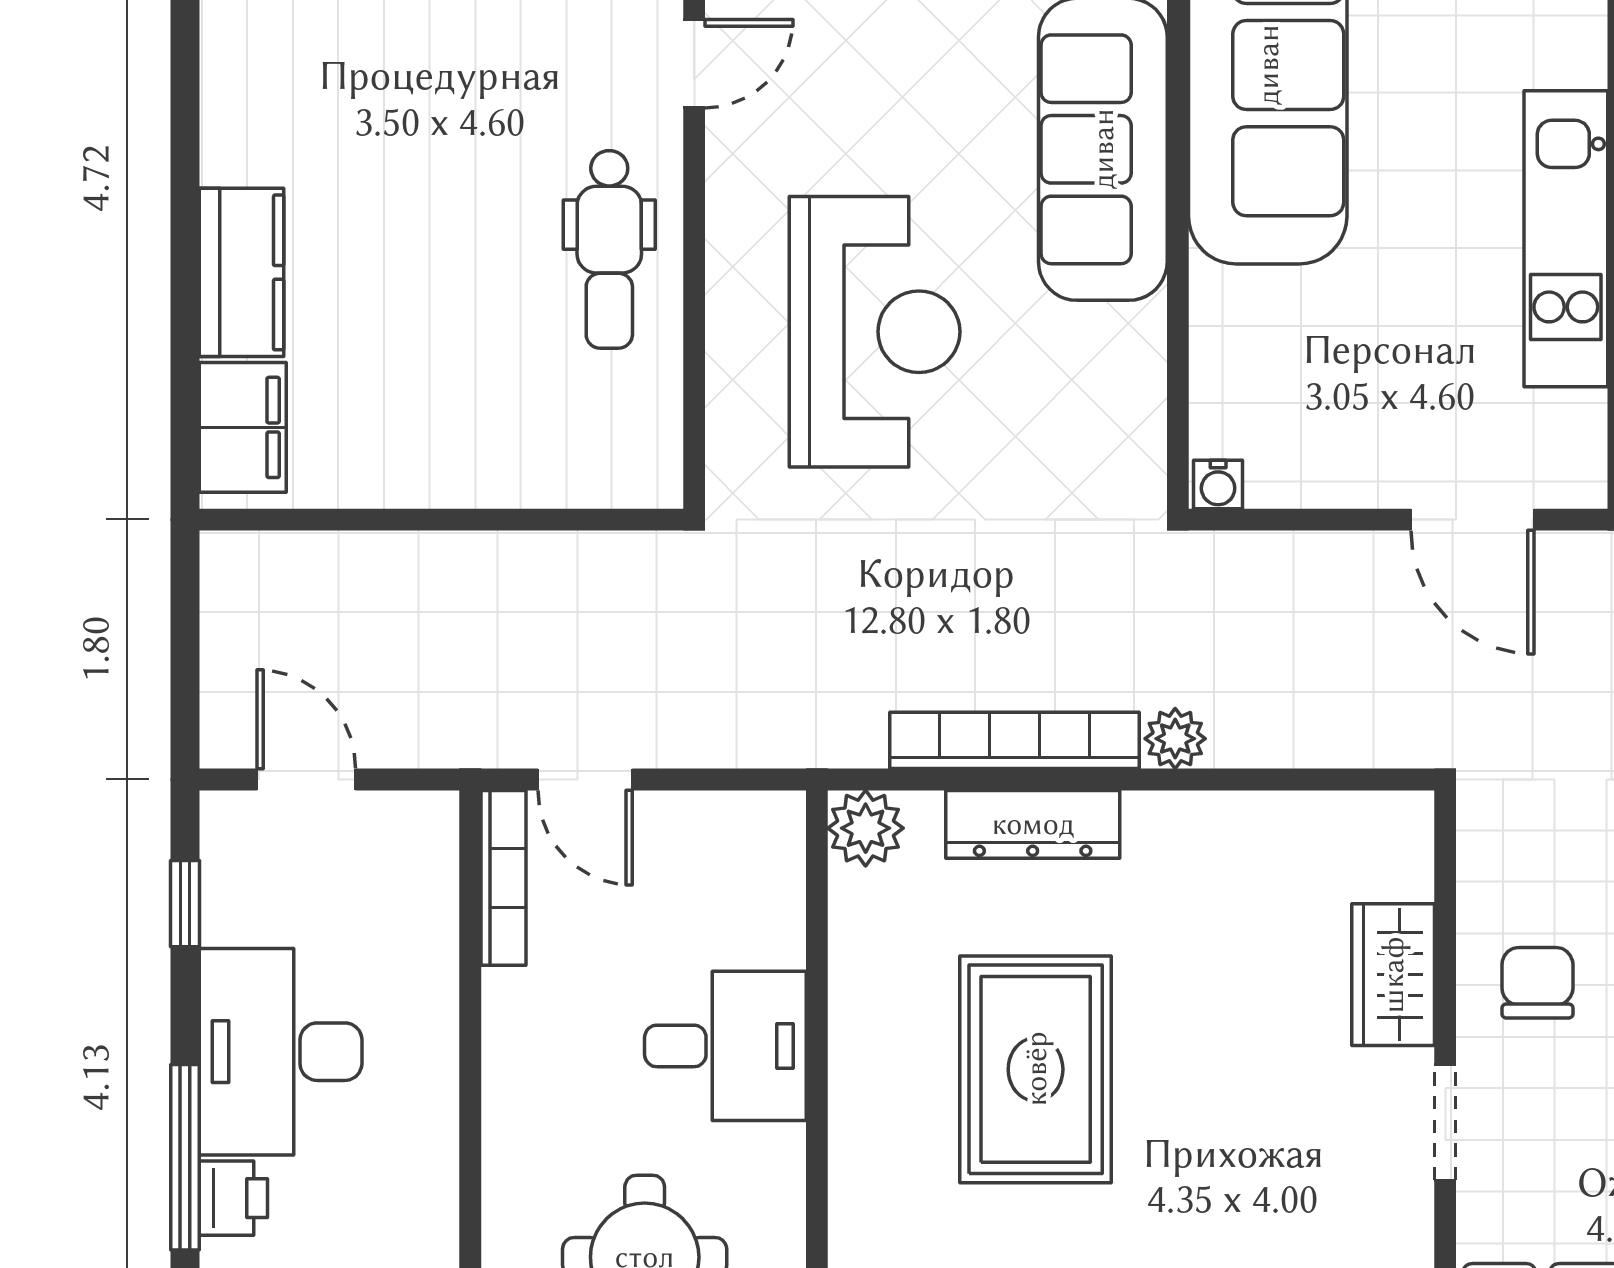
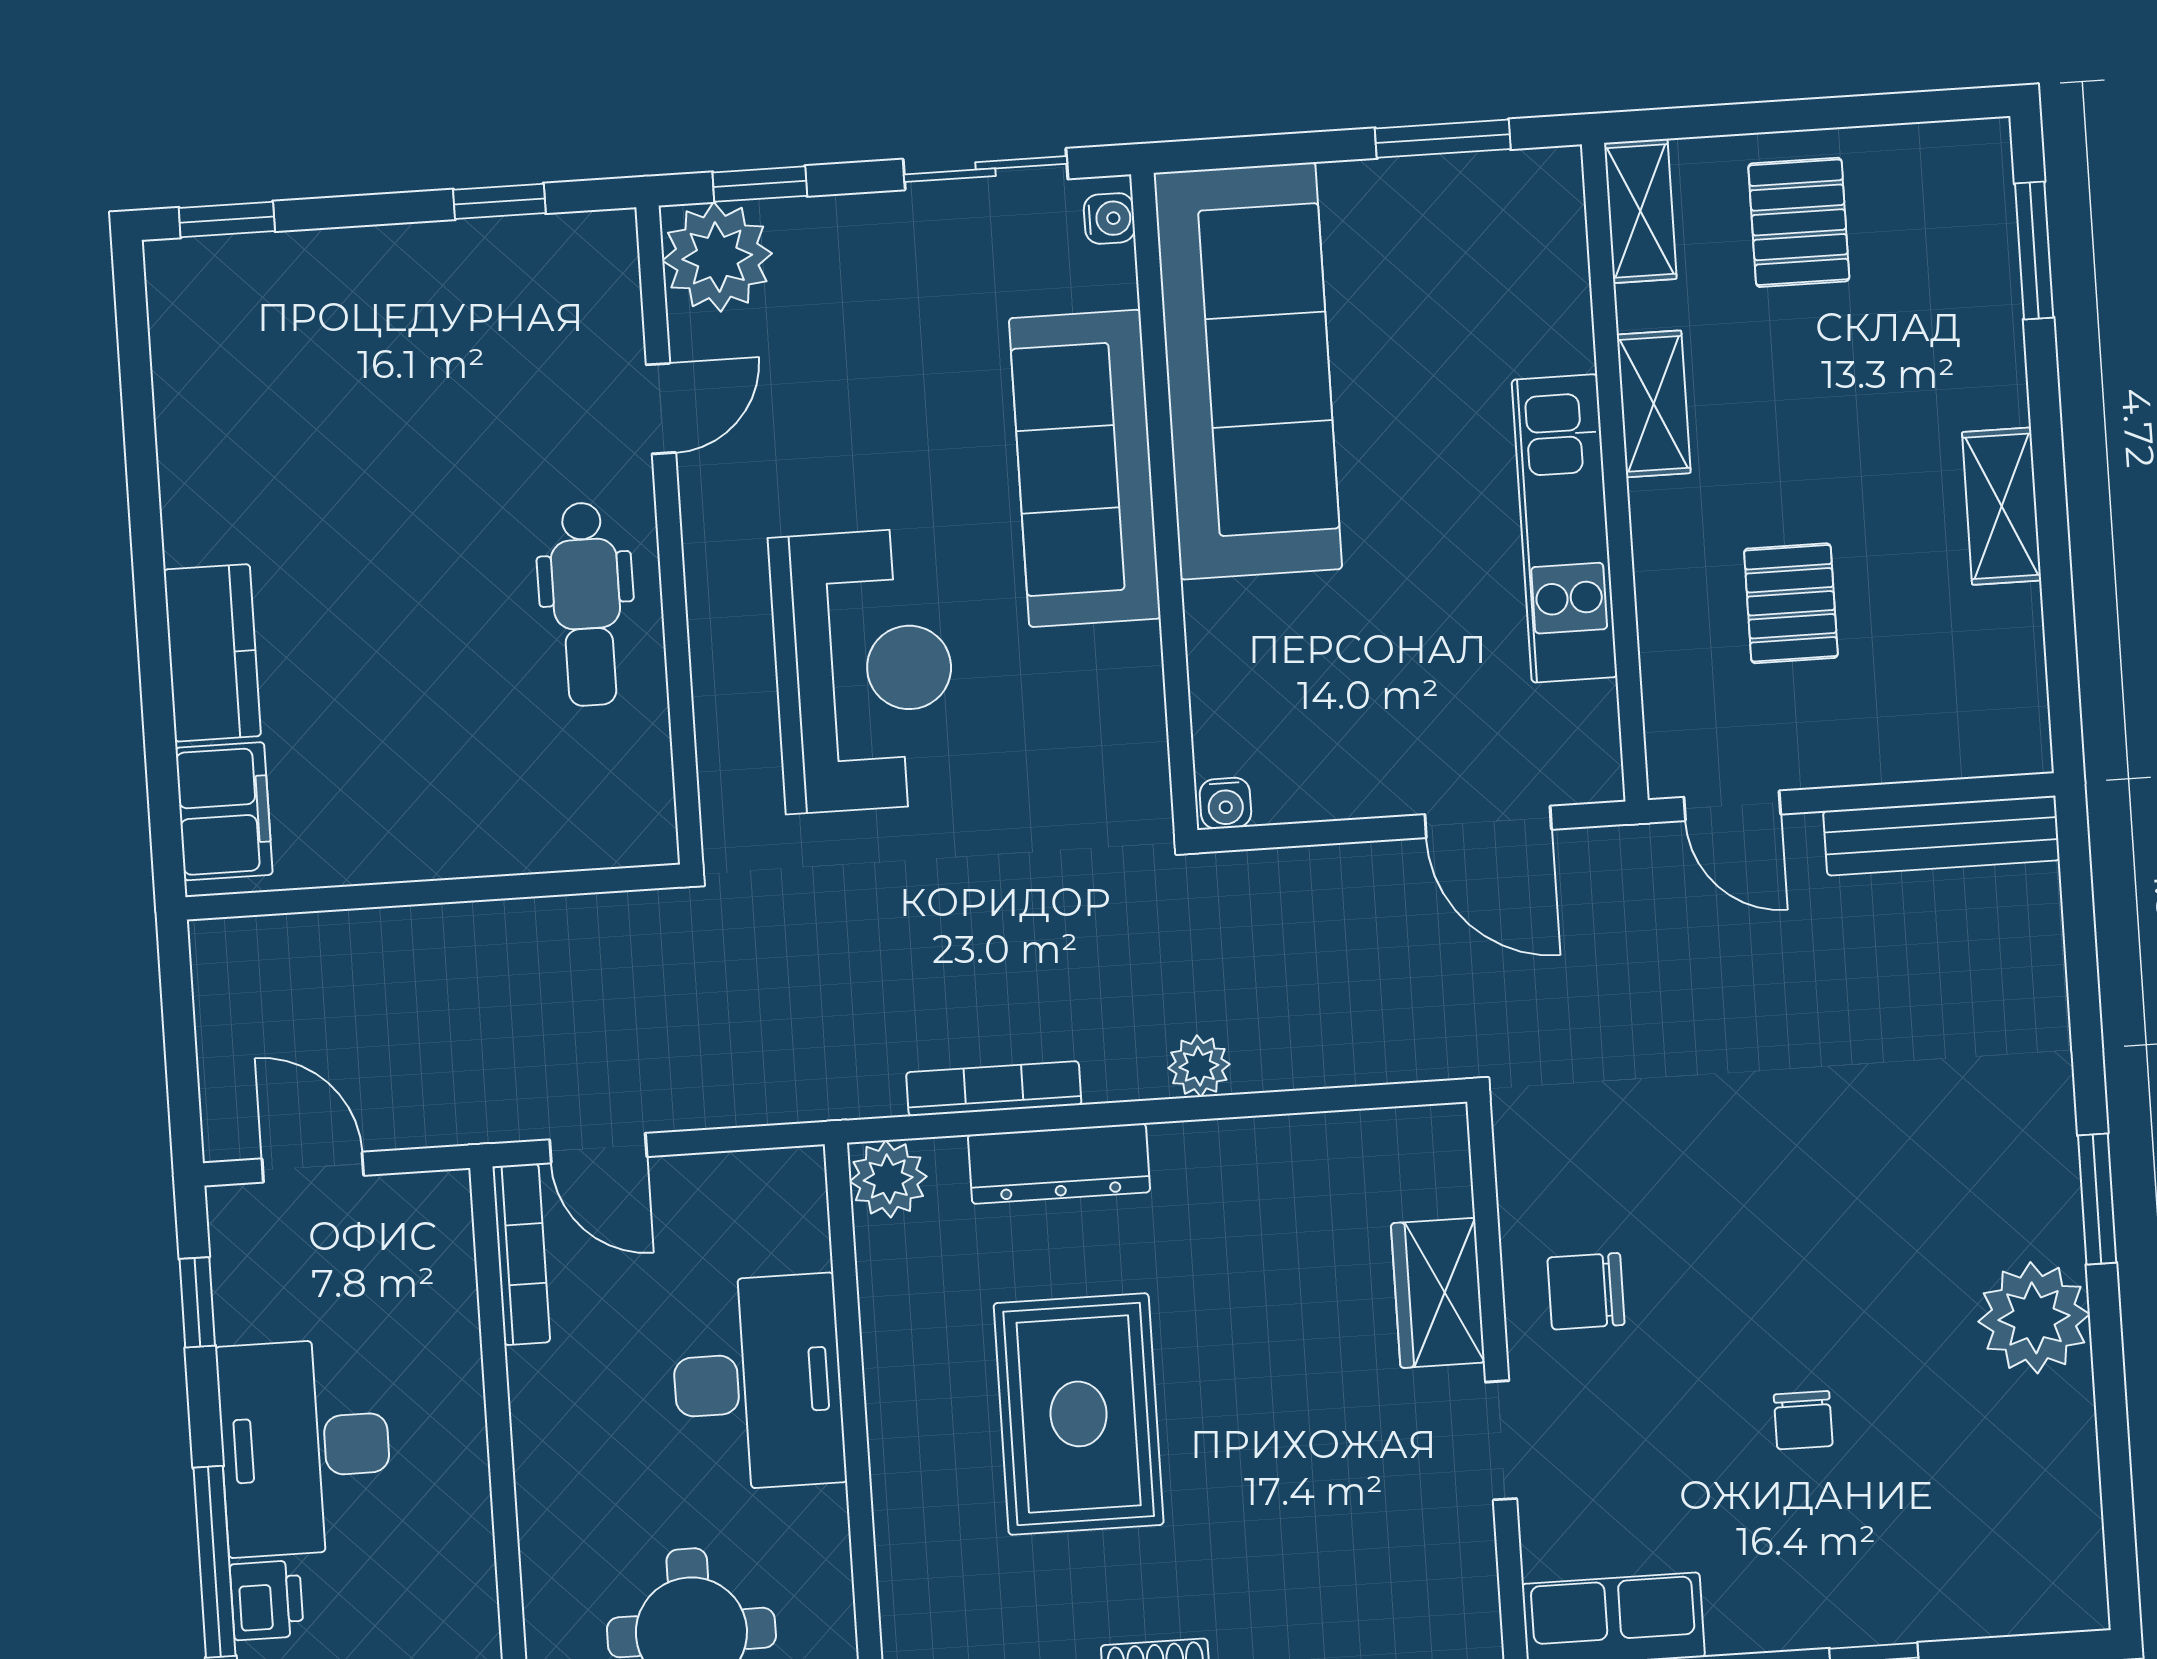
bookcase: (1015, 740) -> (994, 1089), width x0.68, depth x0.76
chair: (1537, 983) -> (1586, 1291), turned -90
desk: (725, 1046) -> (758, 1383), width x1.37

